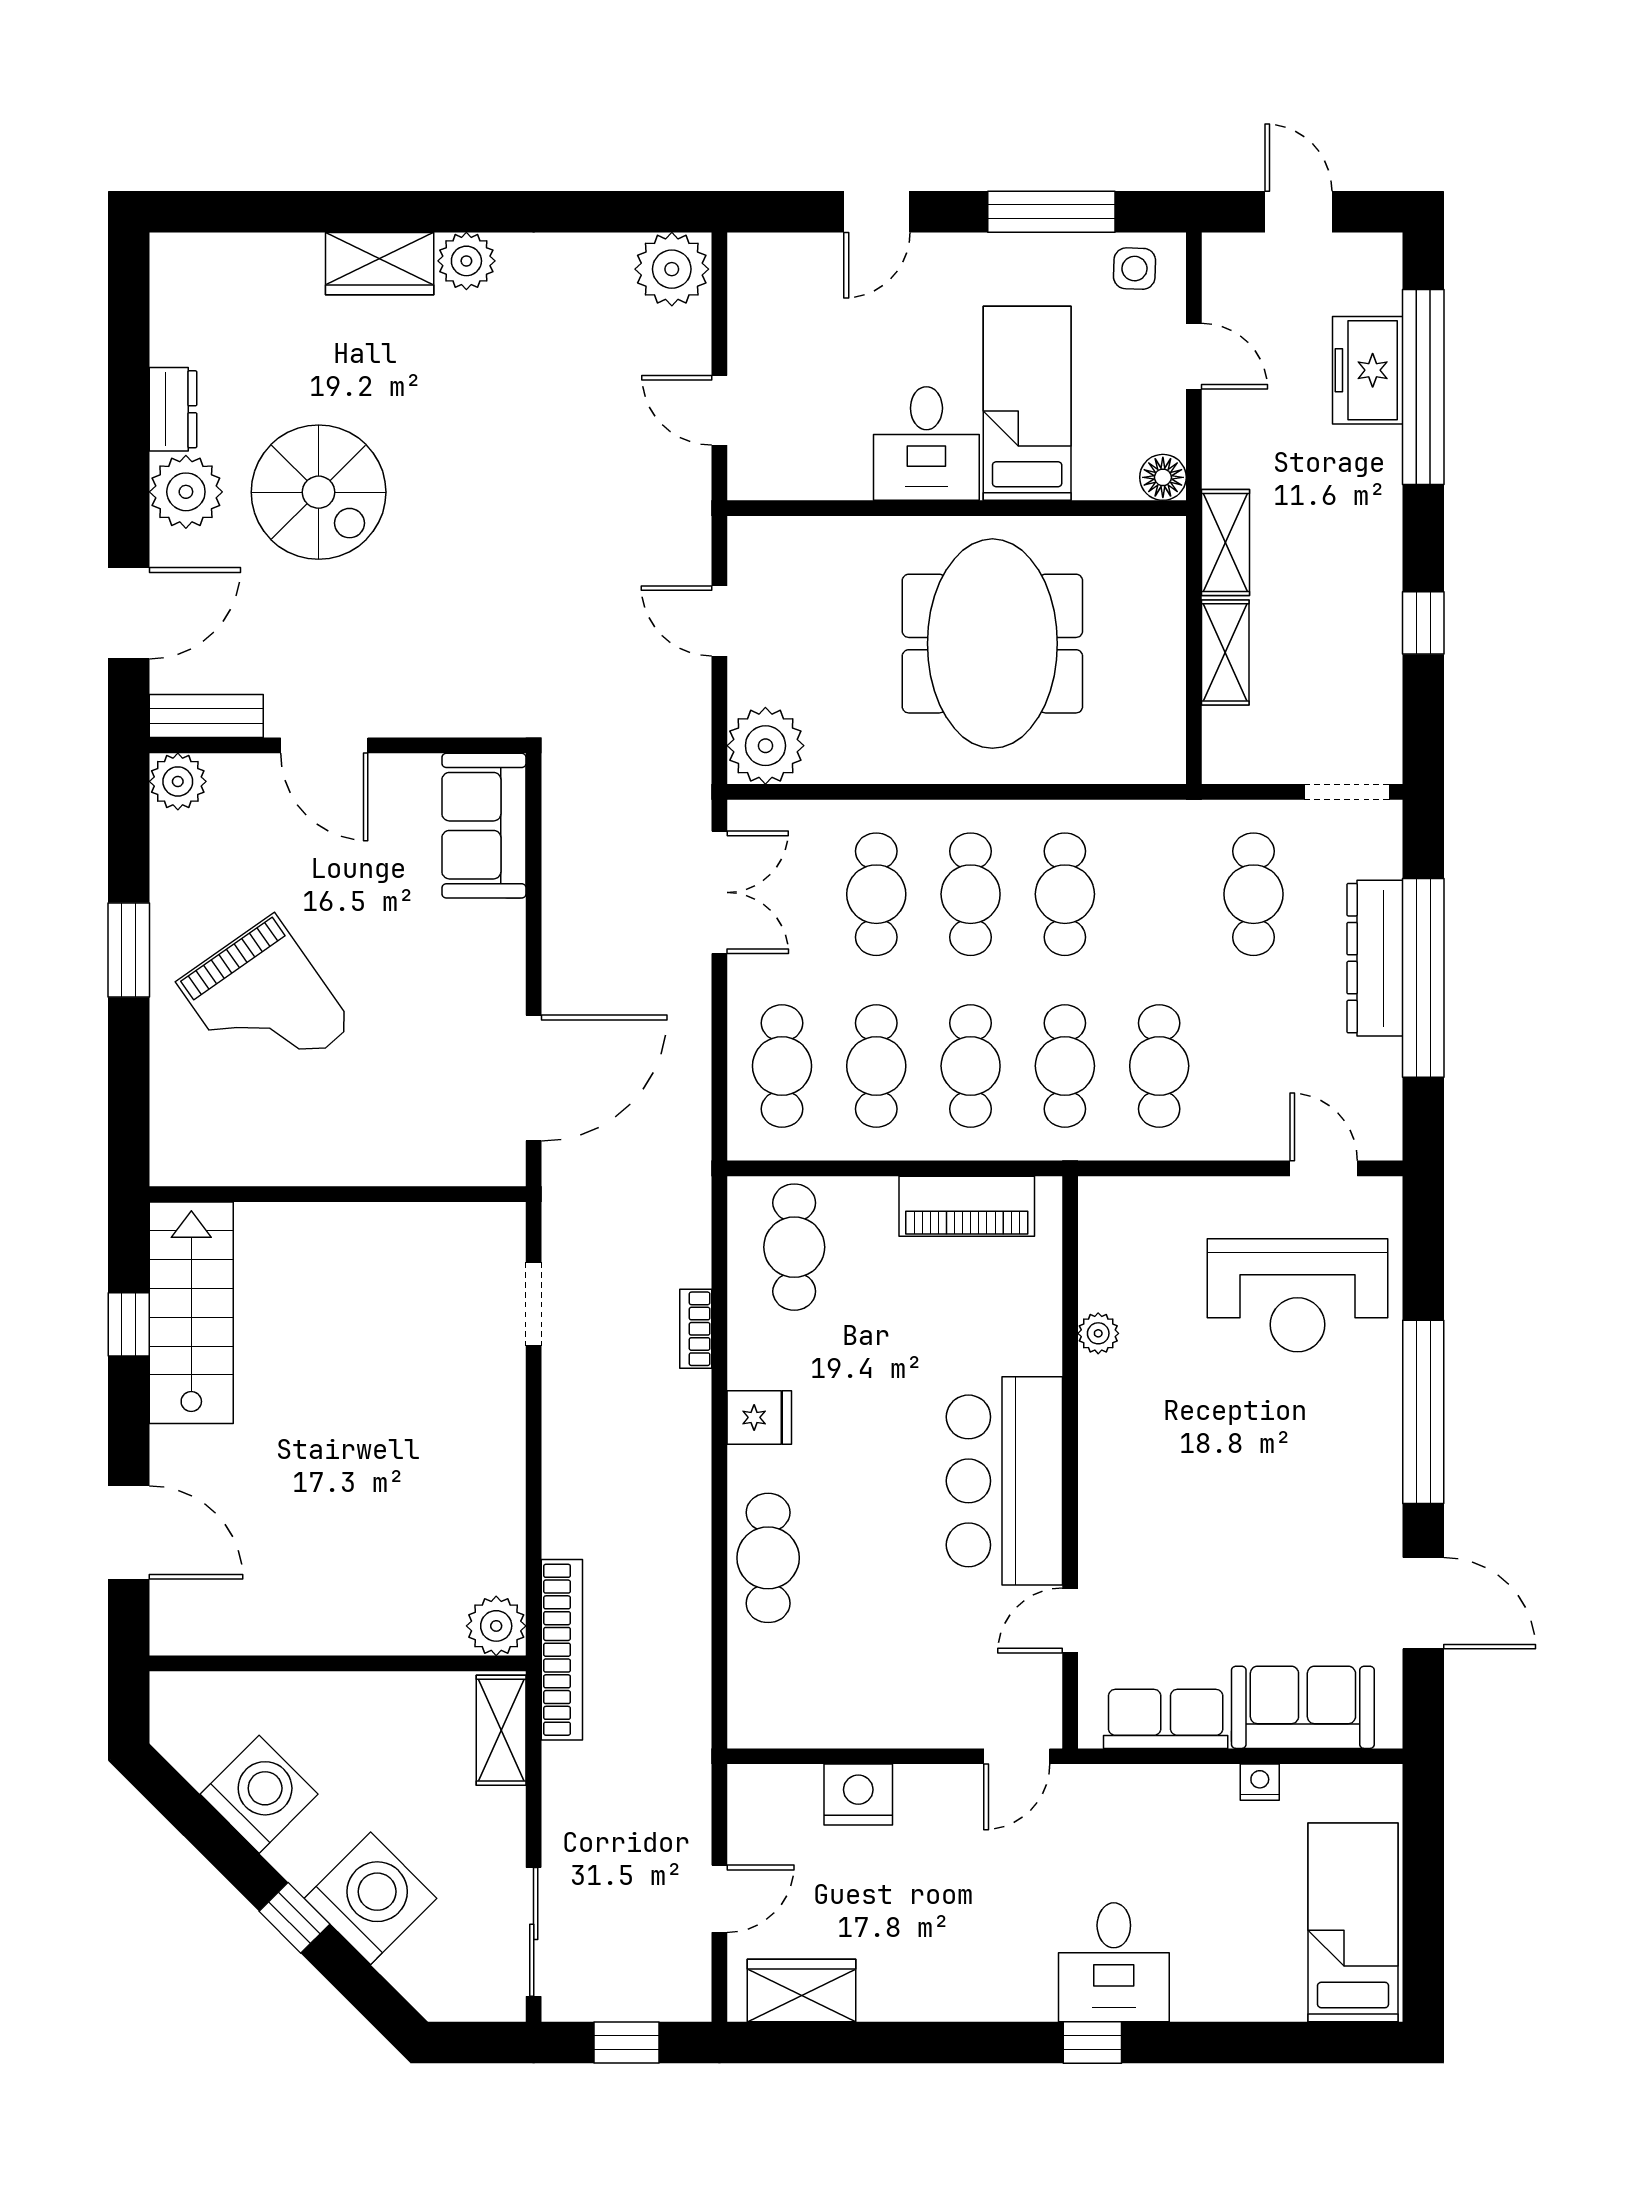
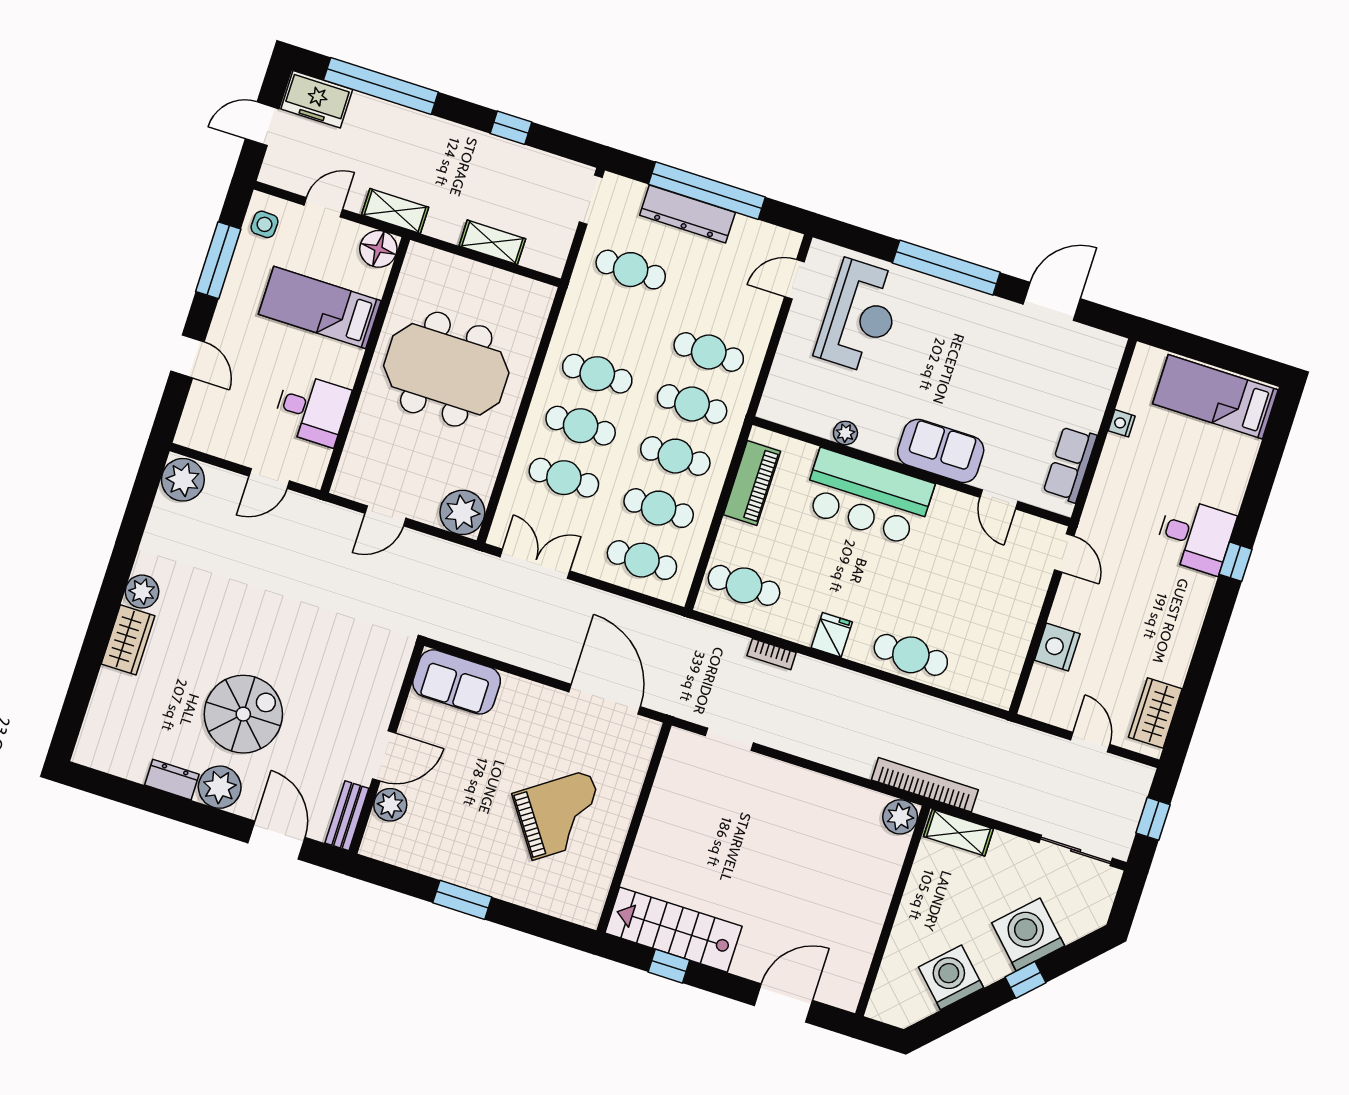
freezer: (1368, 370) -> (317, 99), moved
desk: (926, 444) -> (312, 409), moved
floor lamp: (1163, 477) -> (378, 249), width x1.38, depth x1.38
shelving: (1225, 543) -> (395, 211), moved
plant: (178, 781) -> (390, 805), moved
grand piano: (265, 1004) -> (561, 815), moved
bar counter: (1004, 1481) -> (868, 497), moved
sofa: (1303, 1707) -> (941, 451), moved, turned 90

